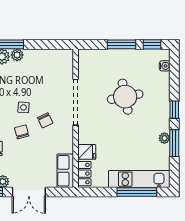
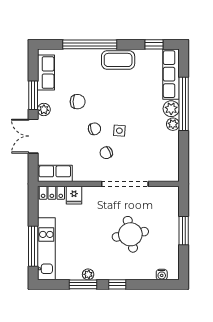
window: (152, 44) -> (184, 262), removed

